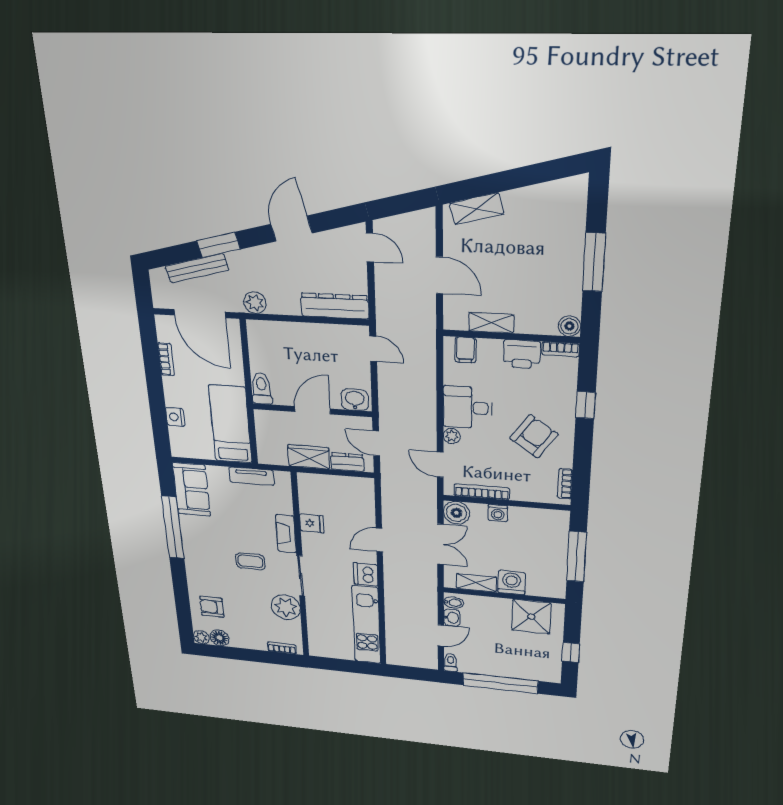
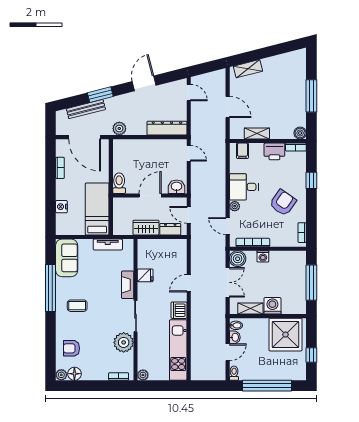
coffee table: (250, 561) -> (77, 306), moved
shower: (531, 617) -> (285, 335), width x1.37, depth x1.37
plant: (316, 650) -> (143, 375), added

